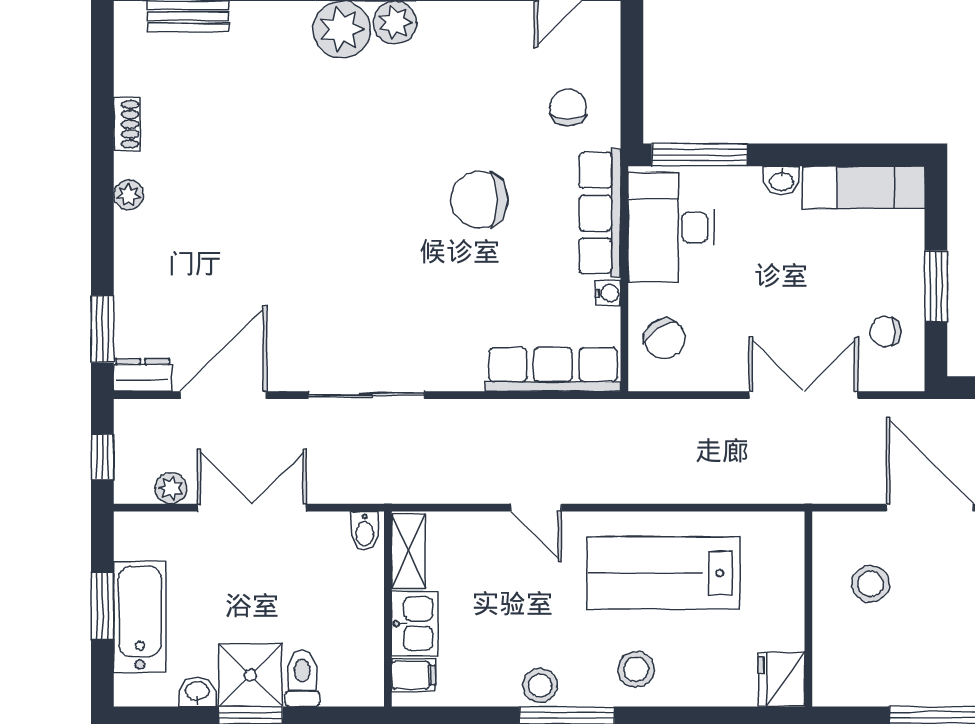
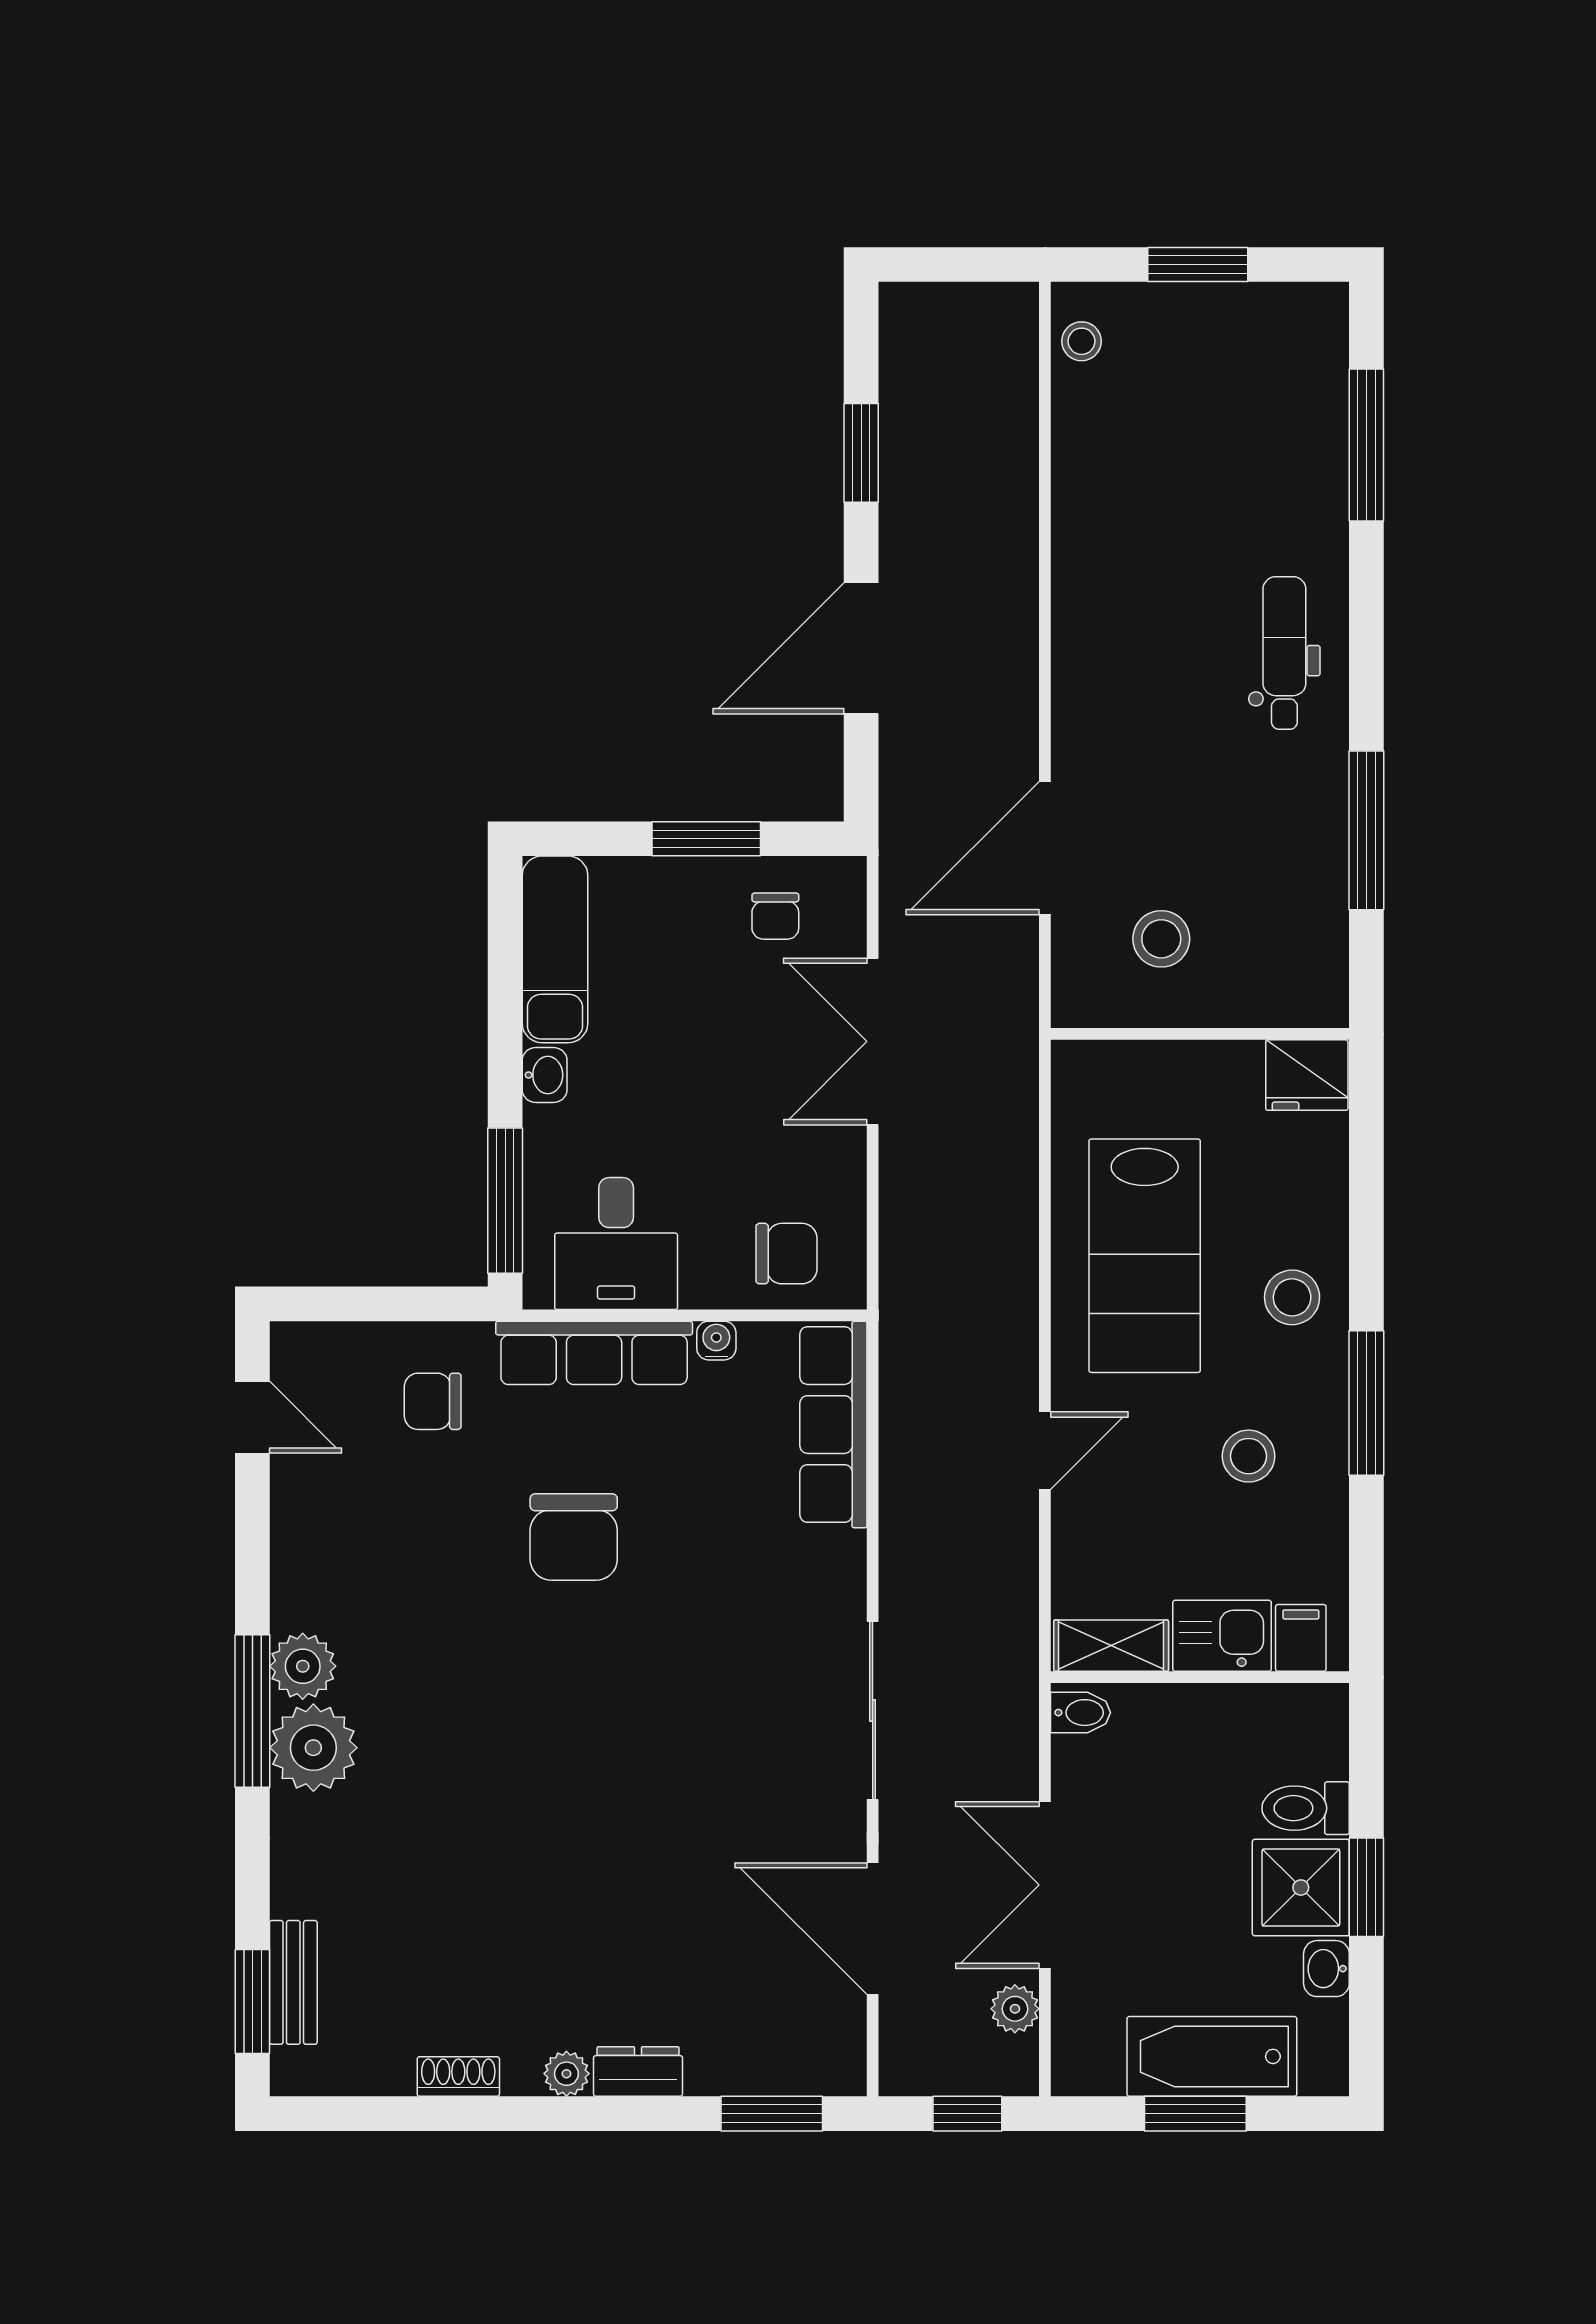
desk: (671, 227) -> (616, 1244), width x0.73
chair: (665, 339) -> (786, 1254), turned 36
dresser: (143, 375) -> (638, 2071), moved, turned 90
stool: (540, 685) -> (1249, 1456), moved

